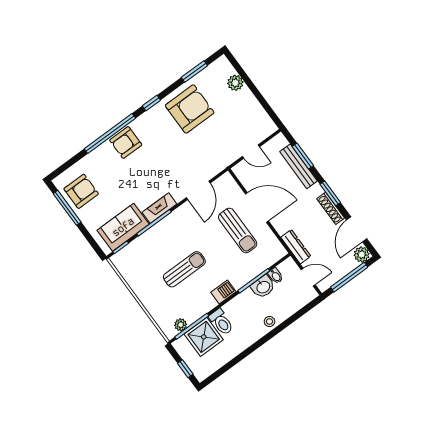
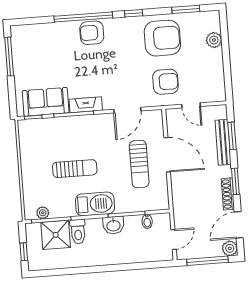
armchair: (81, 191) -> (165, 82), moved
dresser: (296, 247) -> (179, 208), removed
door: (308, 277) -> (174, 239), hinge flipped
washbasin: (263, 287) -> (113, 225), moved
barbecue: (223, 292) -> (95, 204), width x1.88, depth x1.53
stool: (269, 322) -> (118, 256), removed

